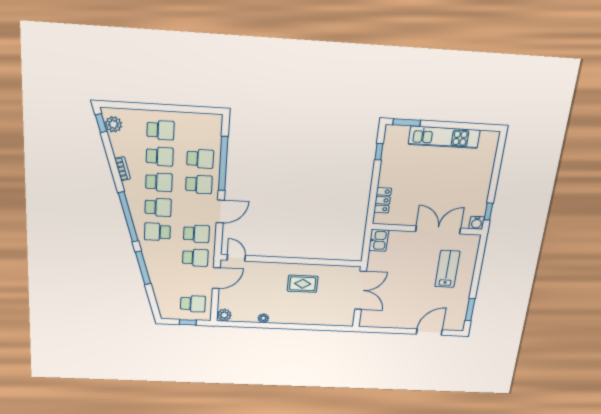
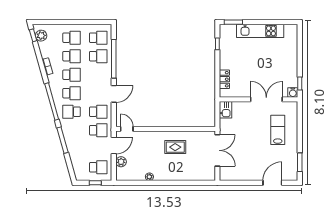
school desk: (199, 184) -> (98, 38), moved
plant: (224, 315) -> (121, 162), moved

